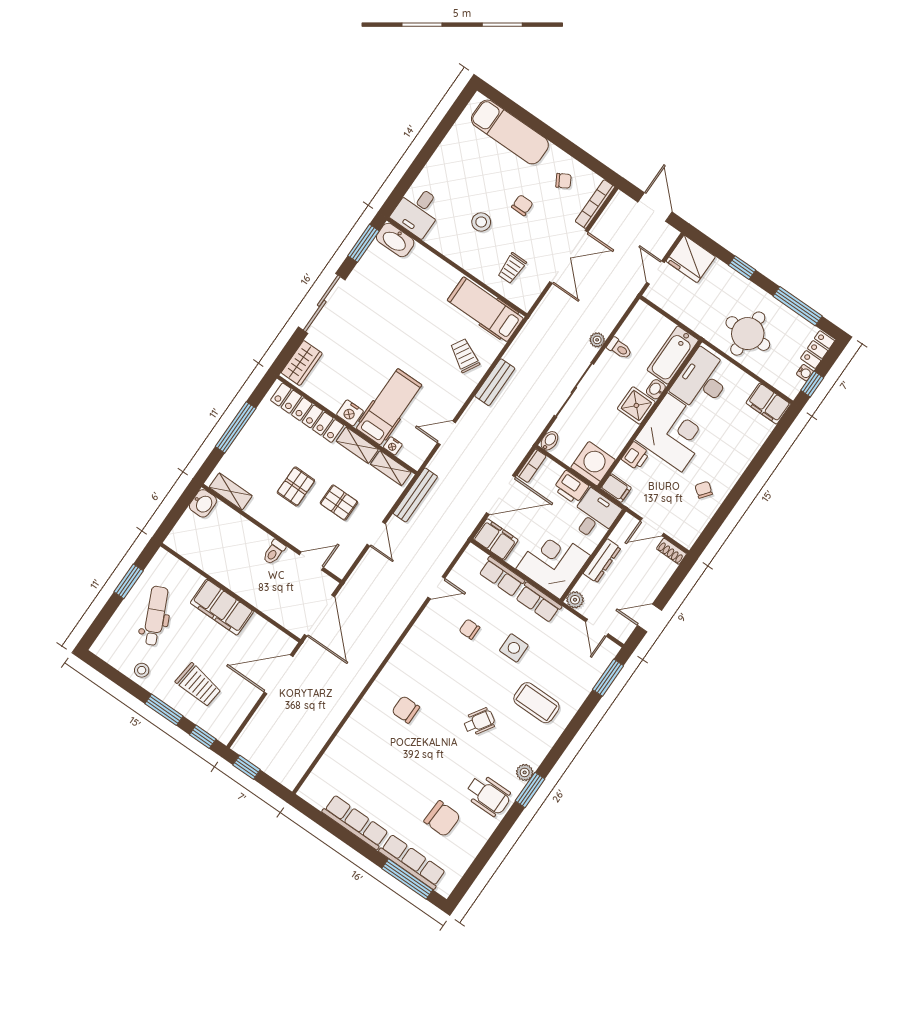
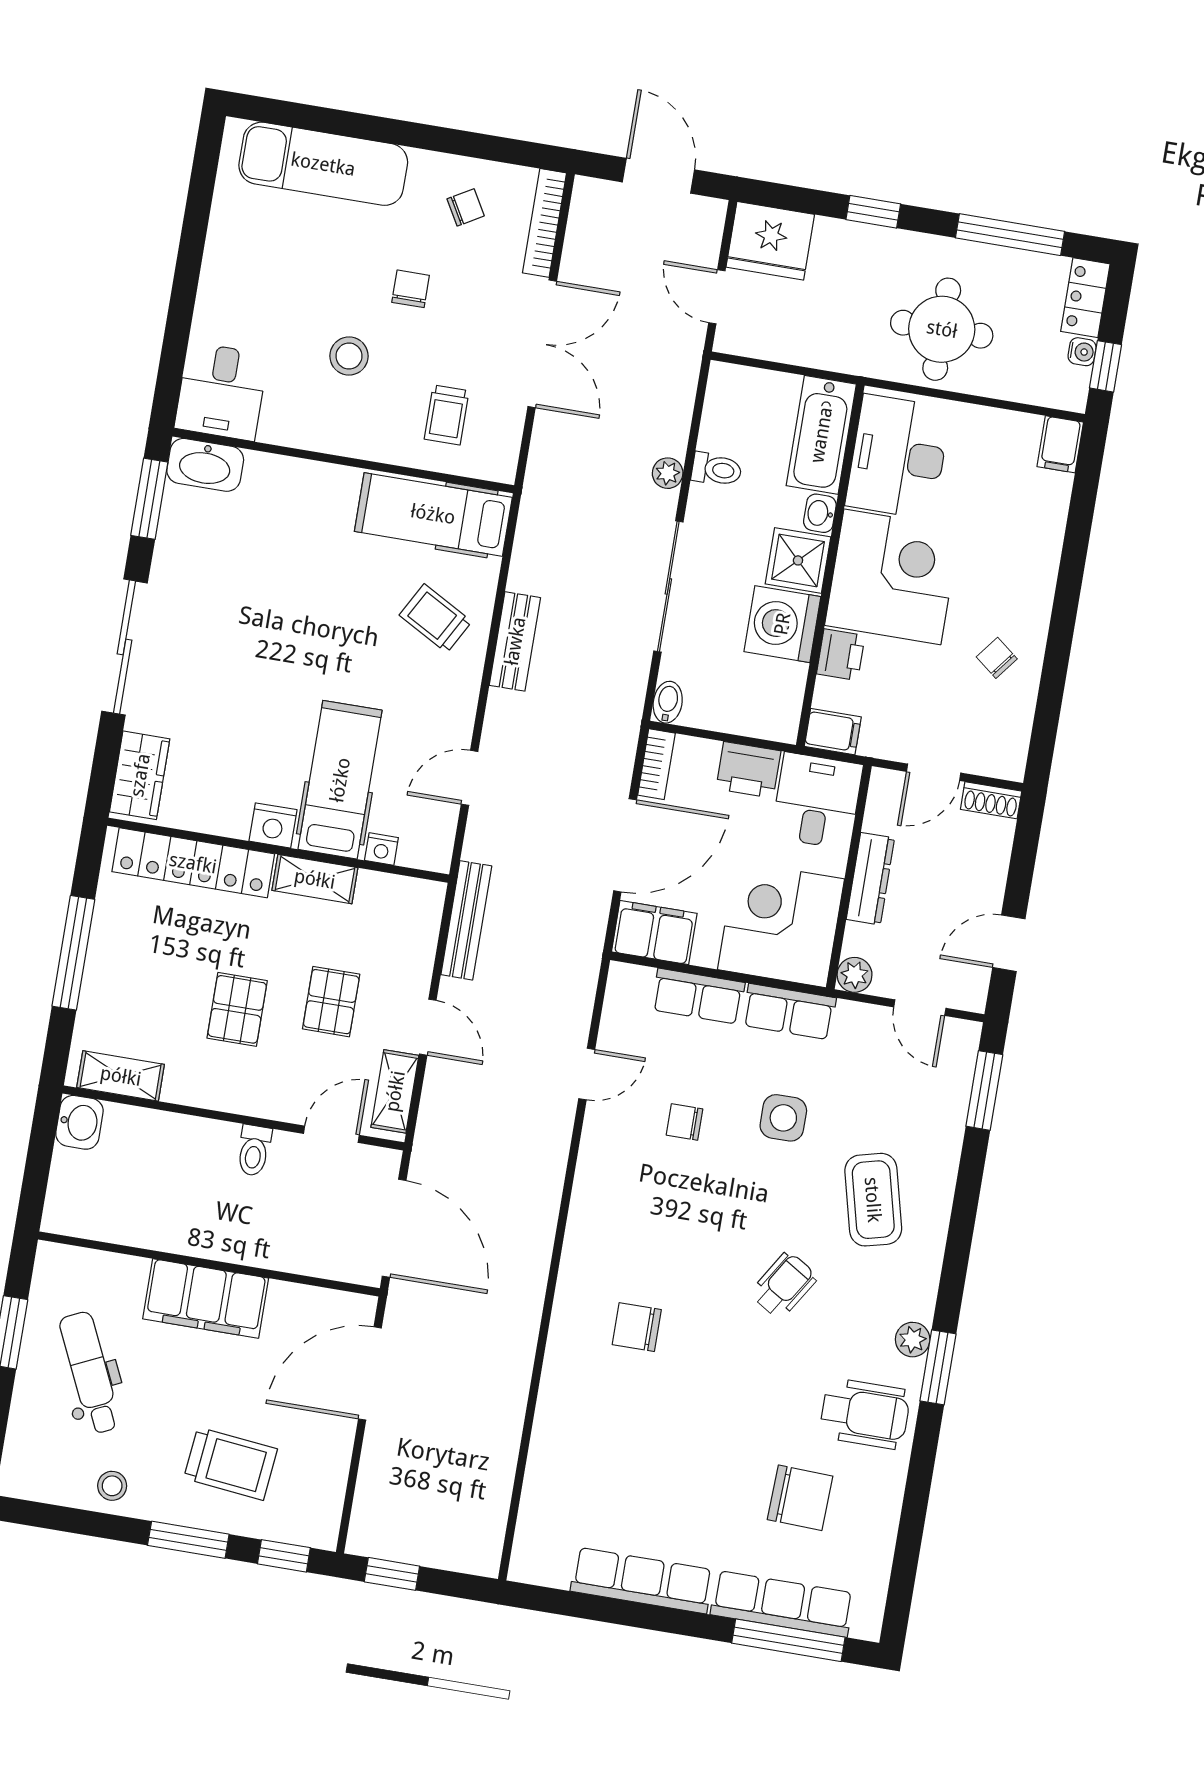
filing cabinet: (768, 404) -> (1060, 444), width x0.50
washing machine: (593, 464) -> (782, 624), moved, turned -90
shelving: (391, 468) -> (395, 1091), moved, turned 90
pallet: (339, 503) -> (331, 1002), turned 90
coffee table: (536, 703) -> (873, 1200), turned 76

